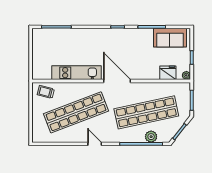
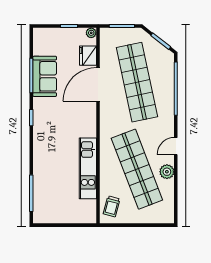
sofa: (170, 38) -> (45, 76), moved
door: (117, 81) -> (98, 84), moved
plant: (151, 137) -> (167, 172), moved

